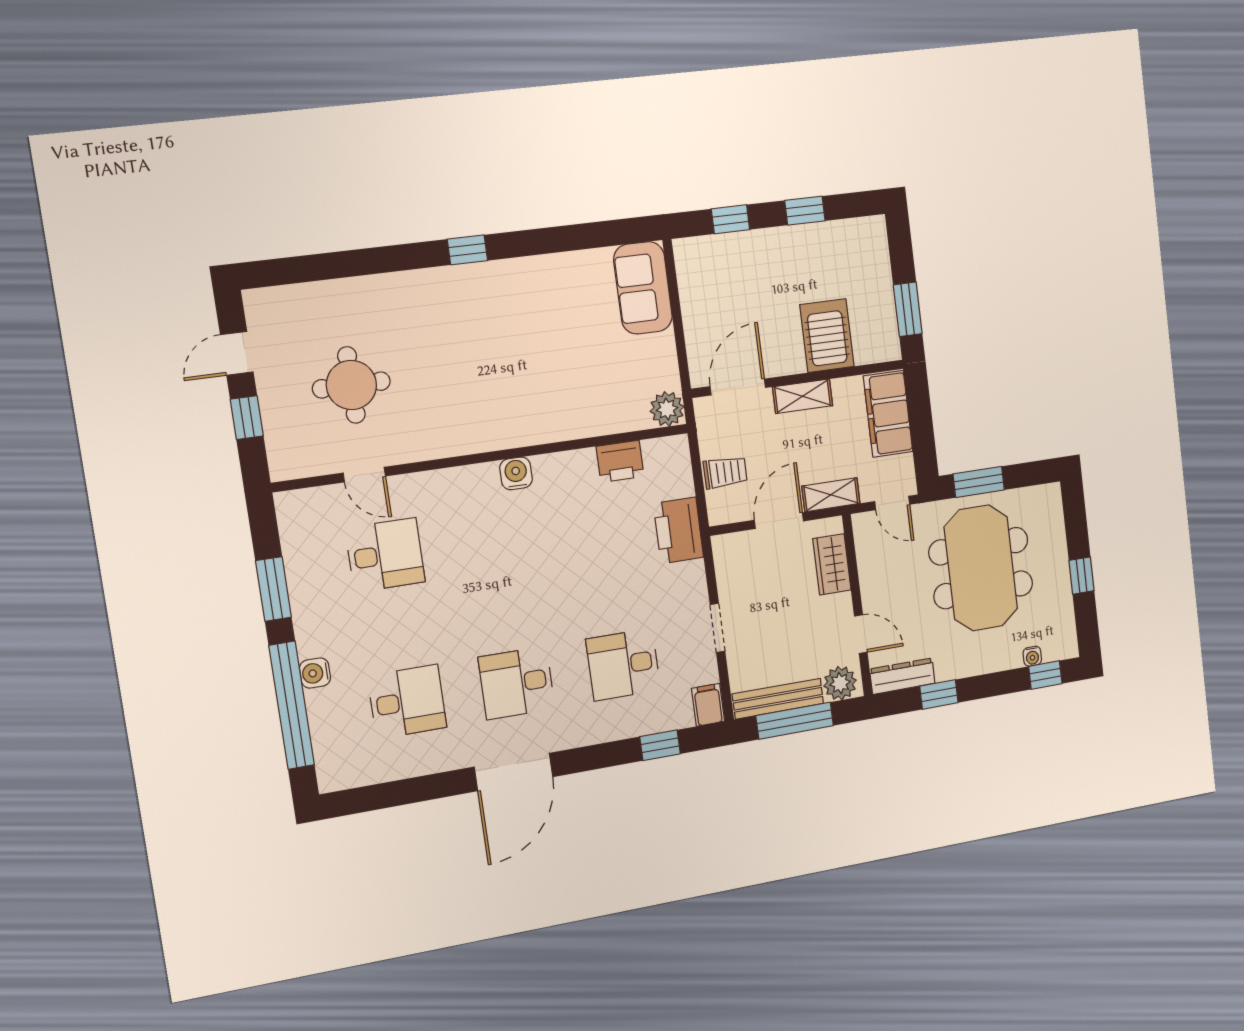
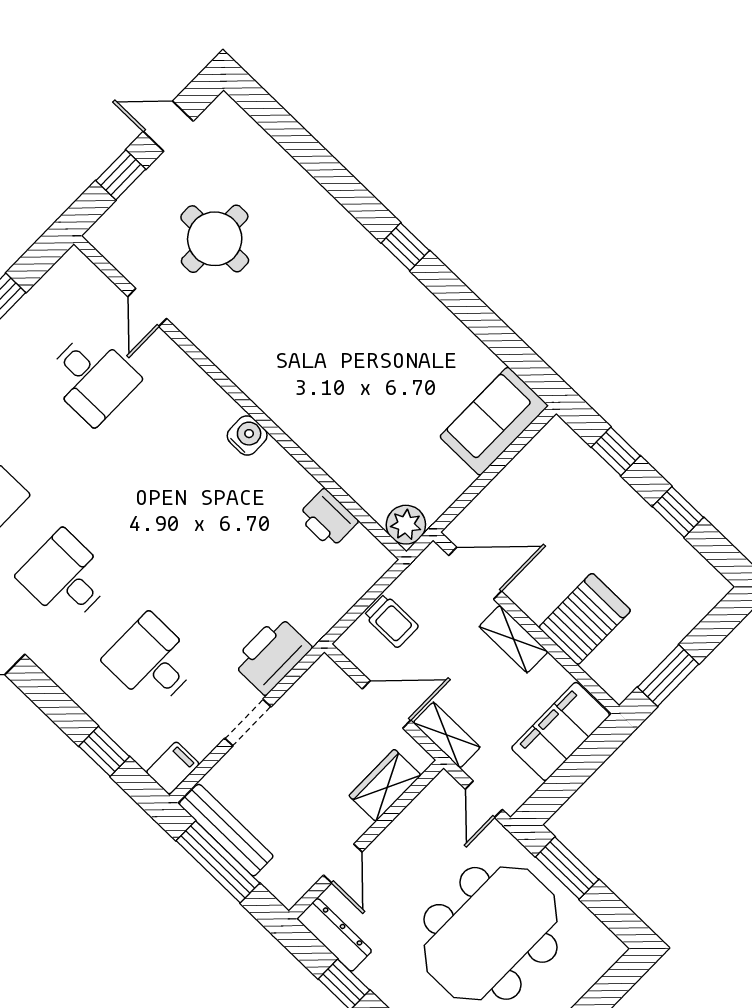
printer: (678, 530) -> (272, 655), moved
plant: (840, 683) -> (284, 879), removed

